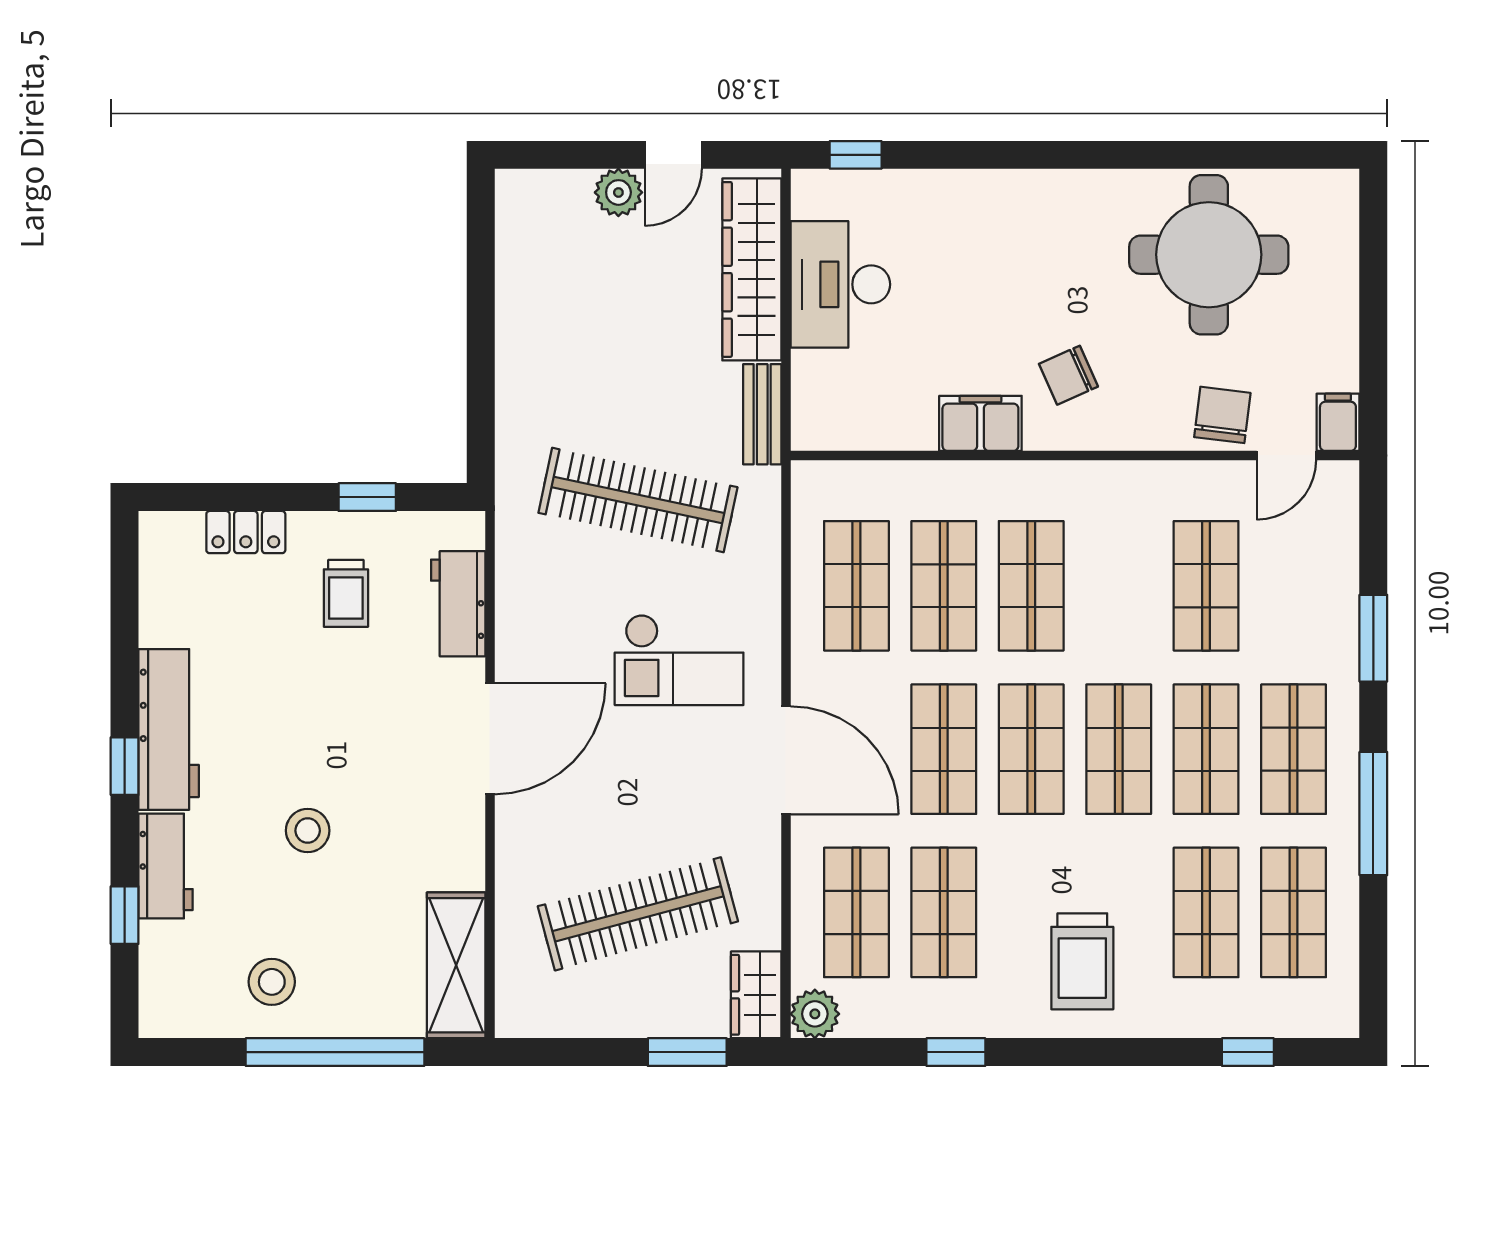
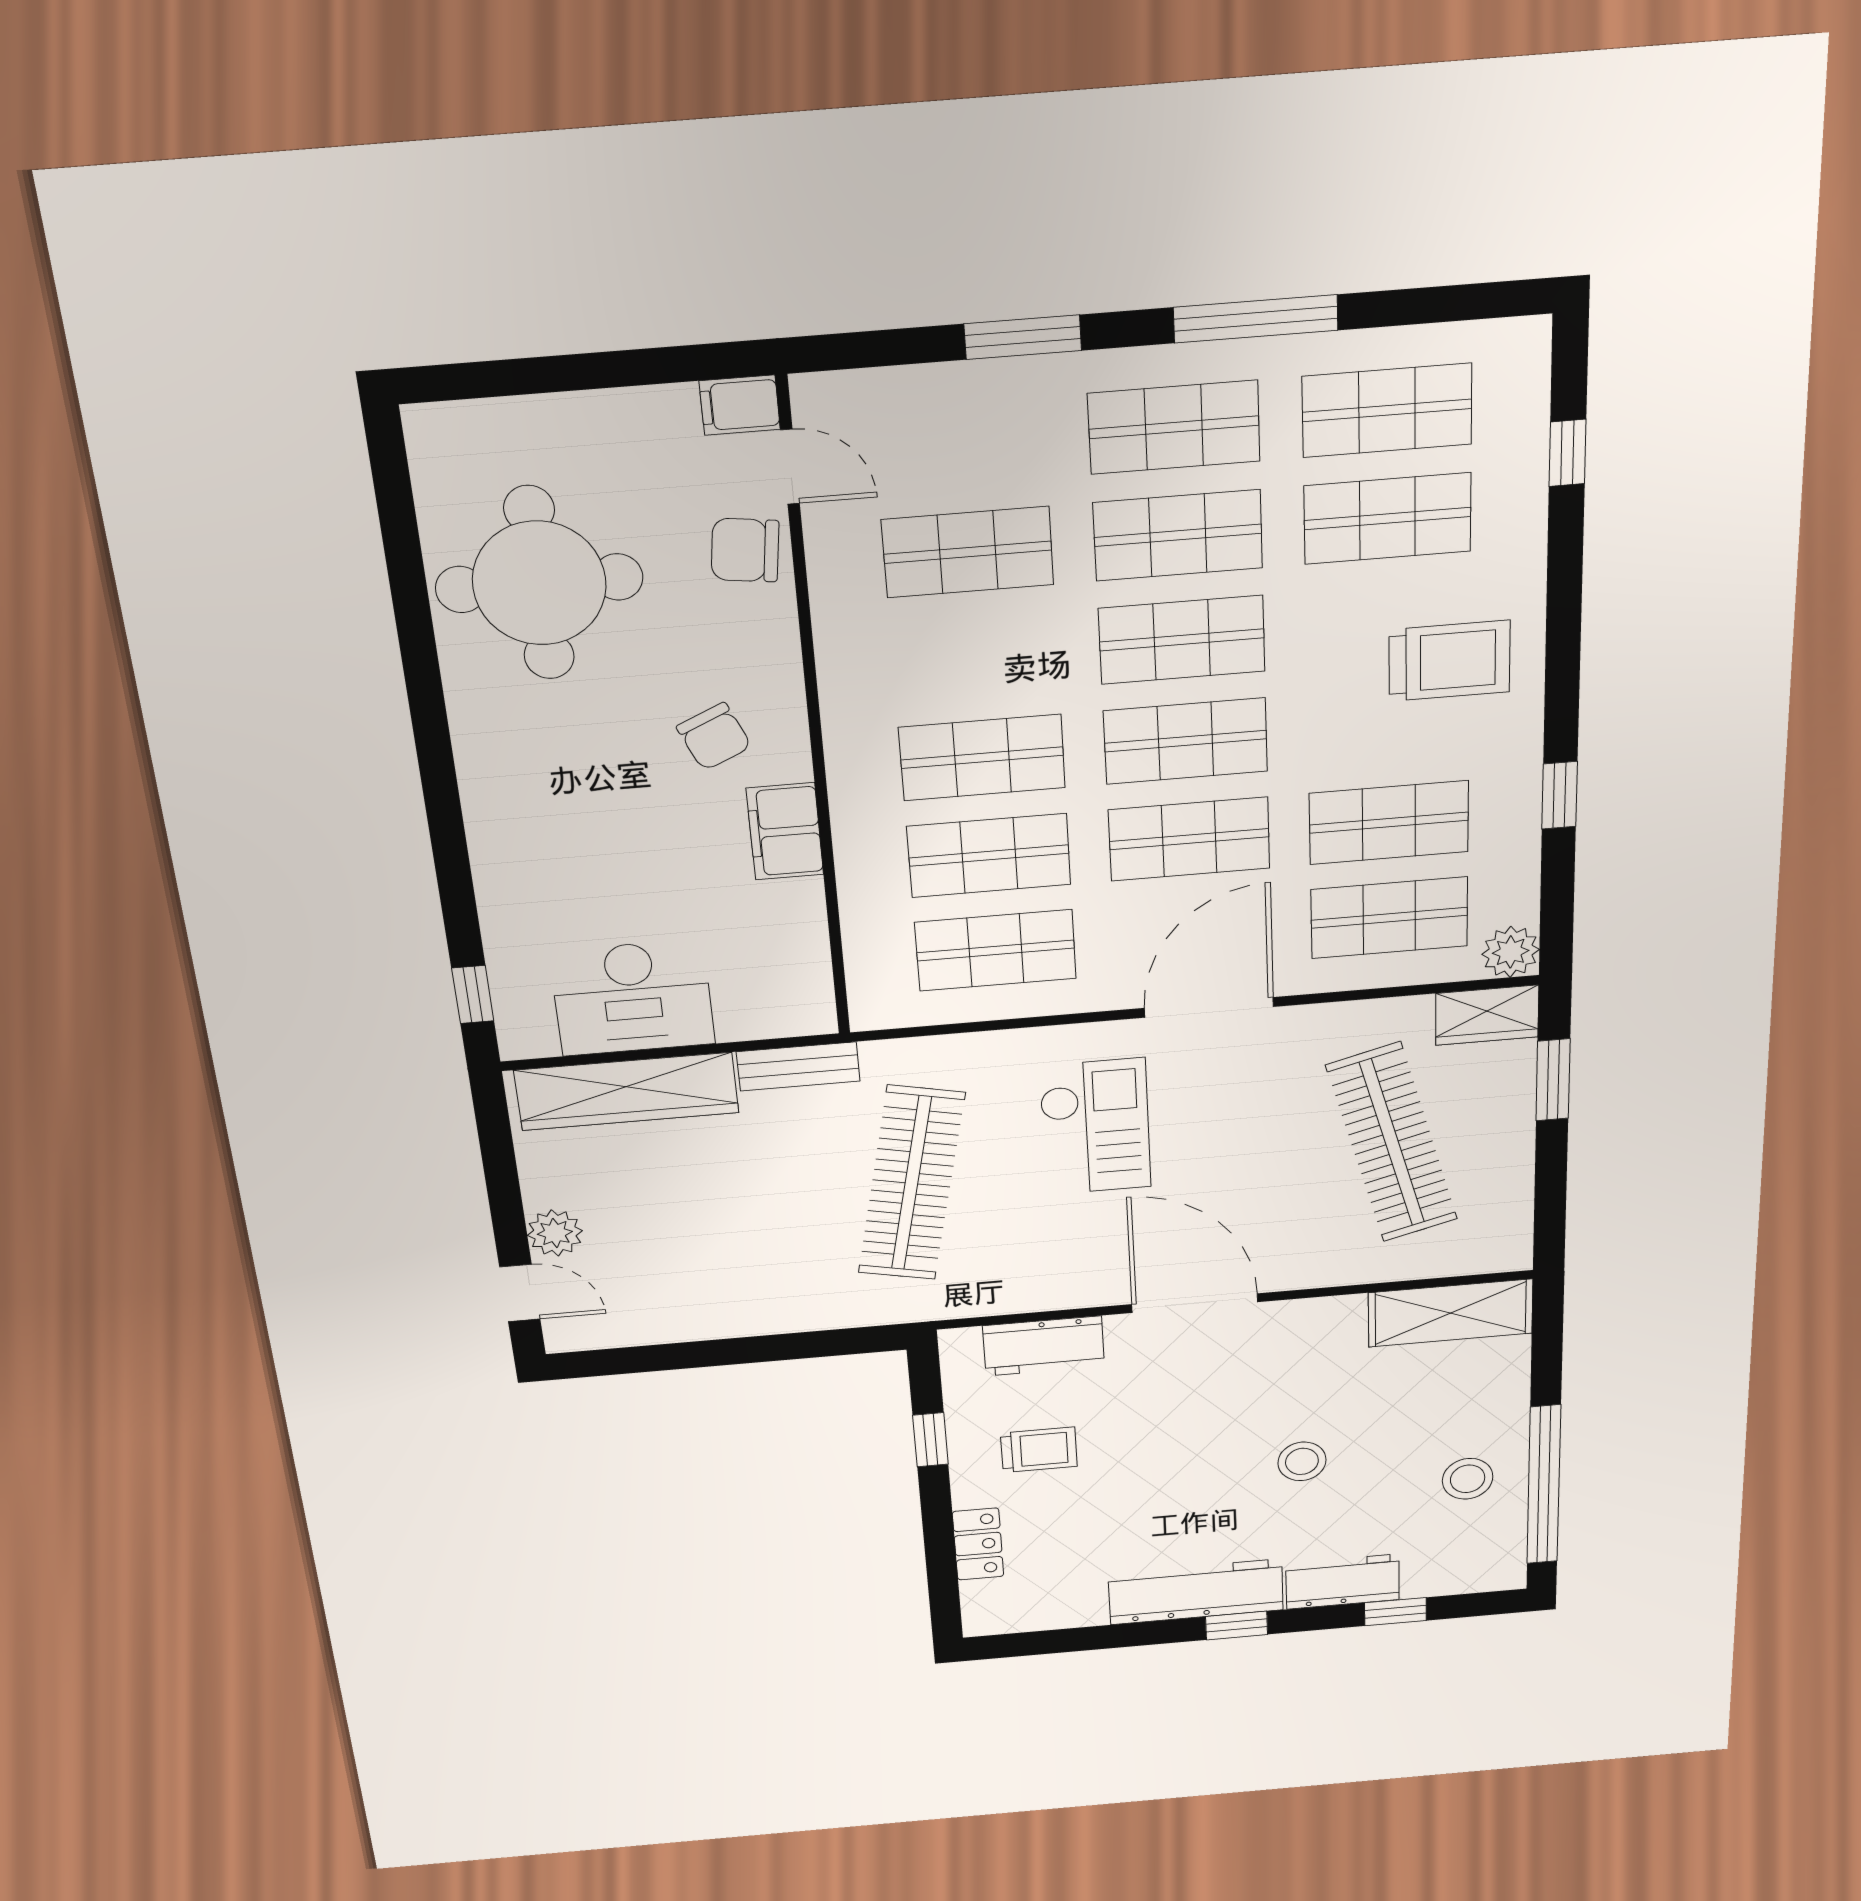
door: (673, 155) -> (520, 1293), moved
window: (335, 1052) -> (1544, 1485), moved

